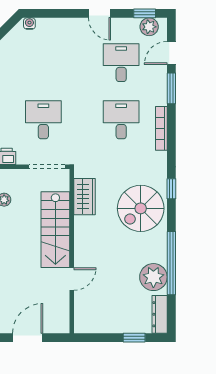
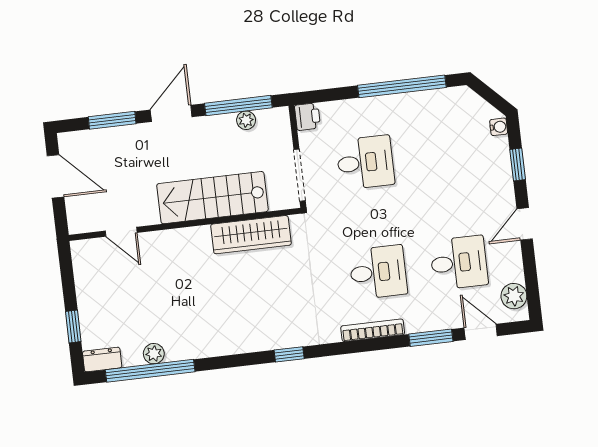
window: (145, 13) -> (518, 164), moved
wardrobe: (85, 197) -> (251, 235), width x1.50
spiral stairs: (141, 208) -> (256, 314), removed
window: (171, 263) -> (150, 371), moved
plant: (153, 277) -> (154, 354), width x0.53, depth x0.53
door: (72, 279) -> (121, 232), moved
dresser: (160, 314) -> (102, 359), width x0.70

